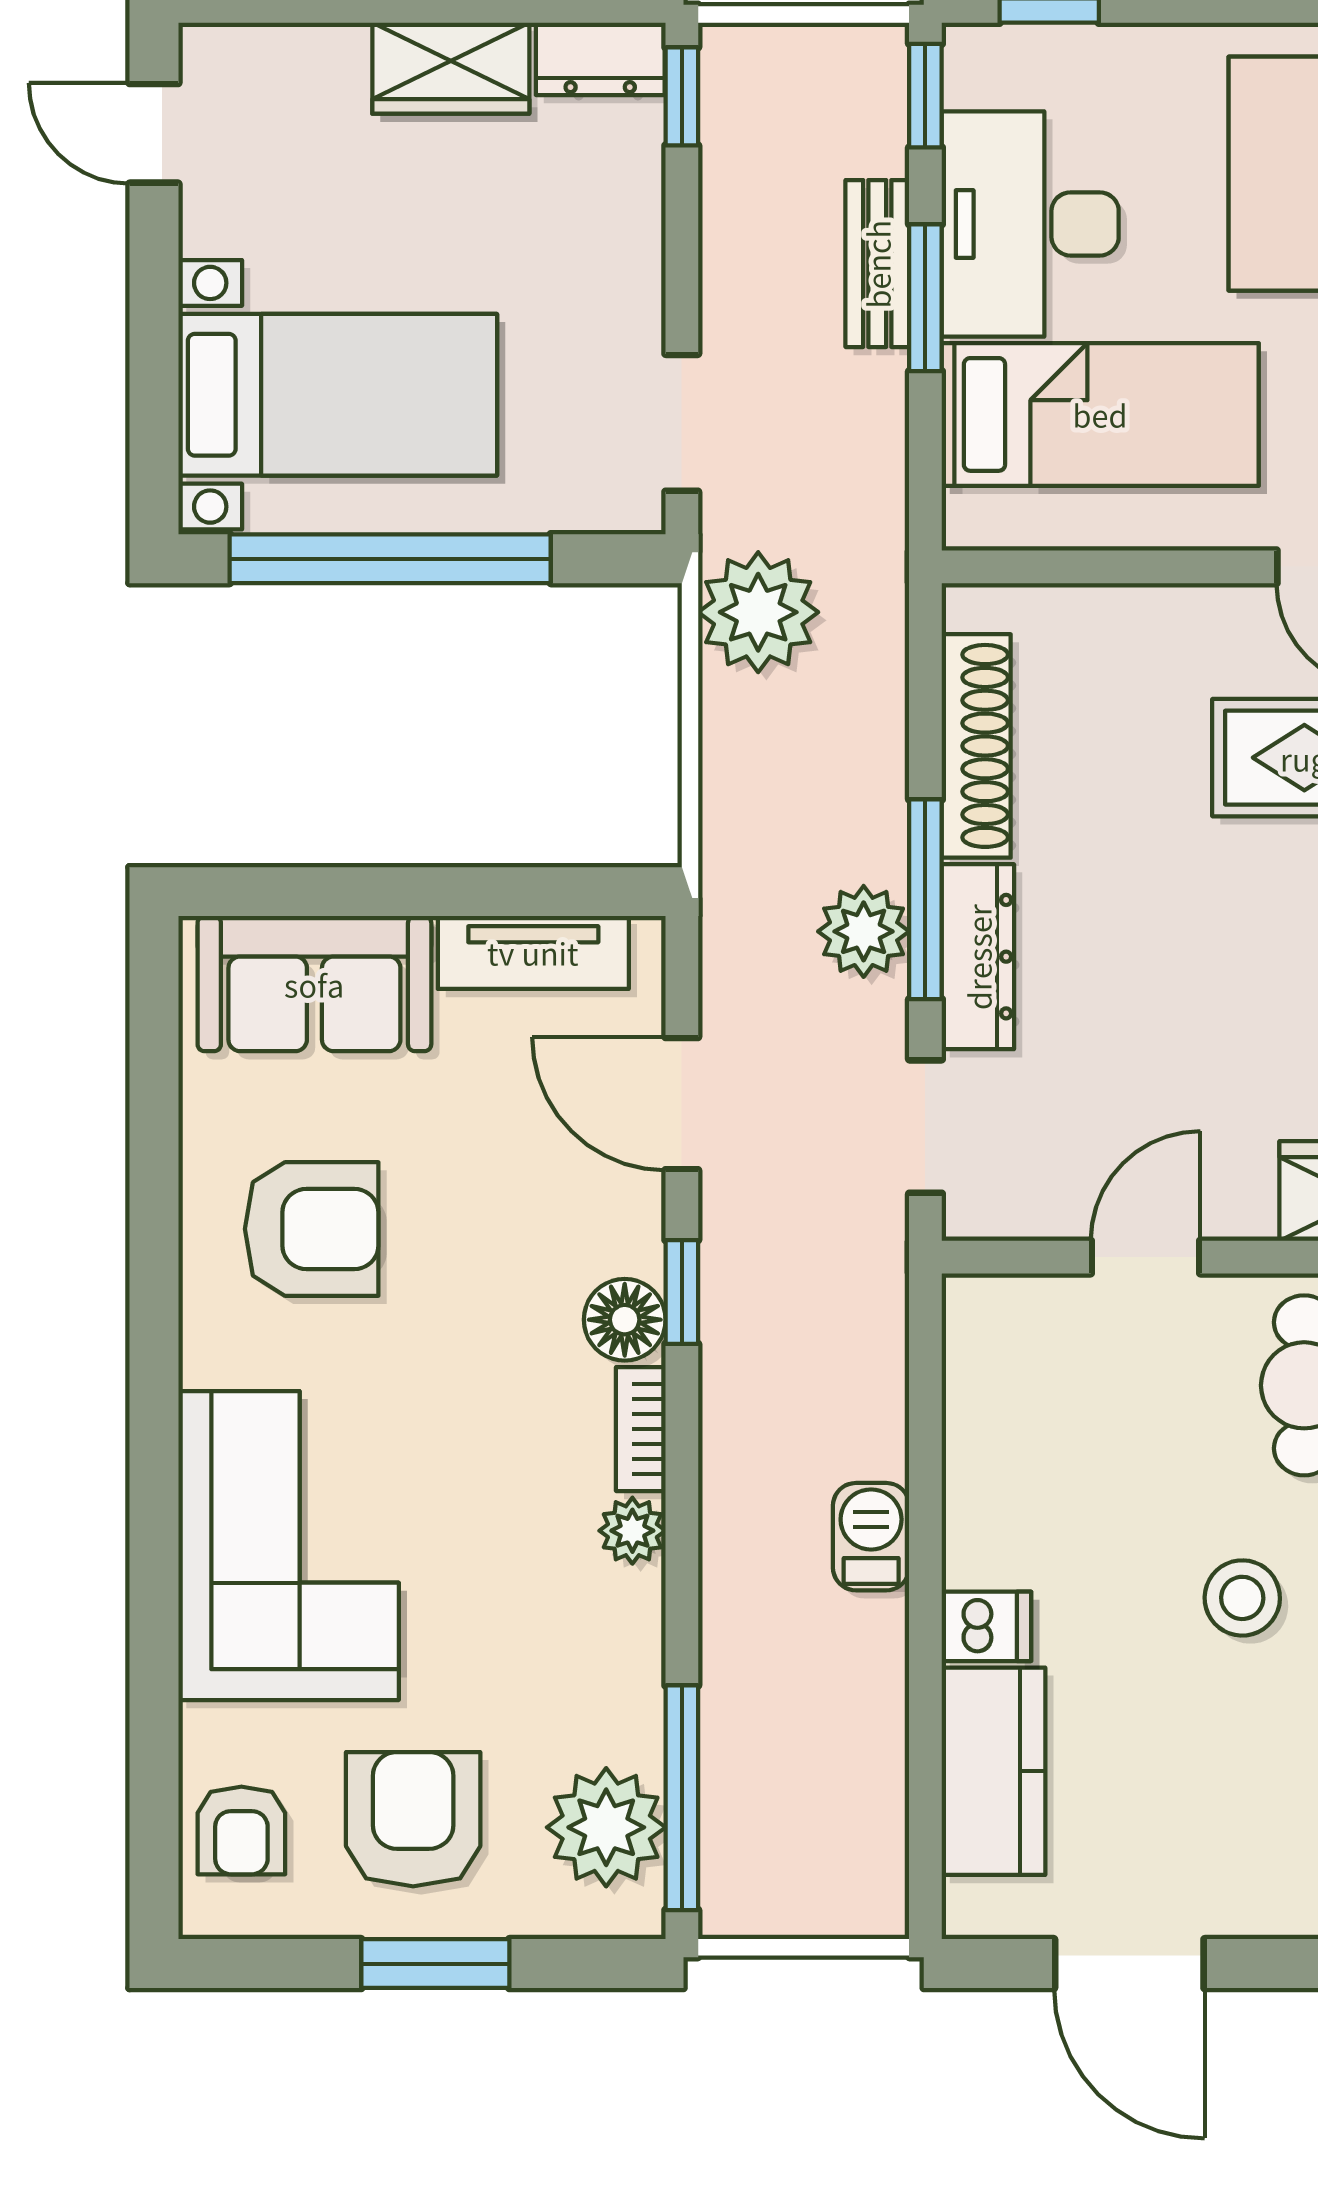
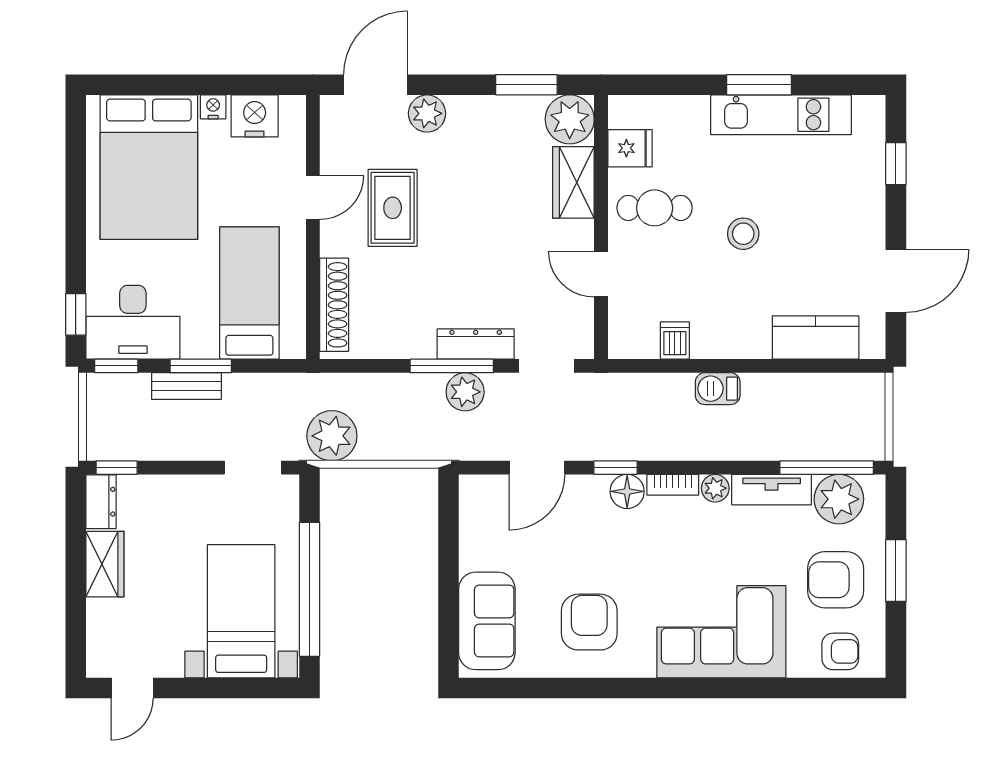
desk: (1030, 224) -> (133, 322), moved
shoe rack: (976, 746) -> (334, 305), moved, turned 90
tv unit: (533, 952) -> (772, 490), moved, turned 90
dishwasher: (986, 1626) -> (675, 341), moved

